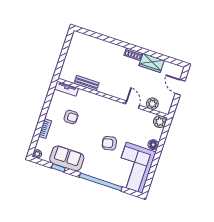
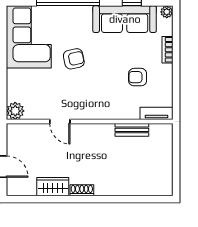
plant: (152, 104) -> (33, 132), removed
floor lamp: (153, 145) -> (14, 77), removed
sofa: (67, 158) -> (125, 19), width x1.36

